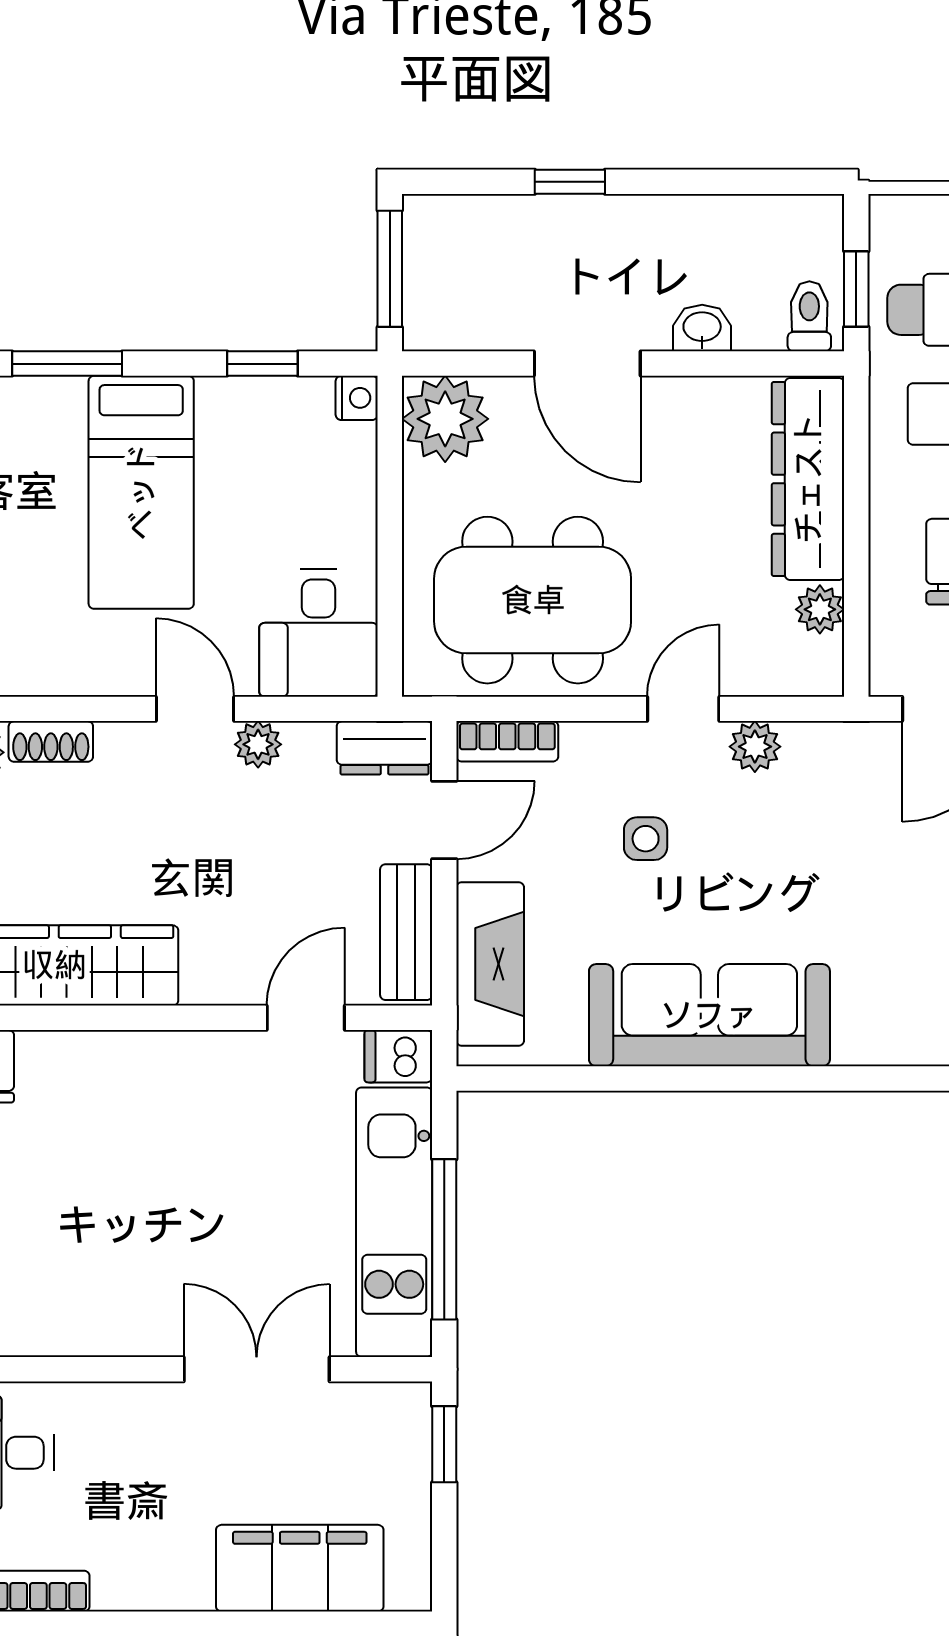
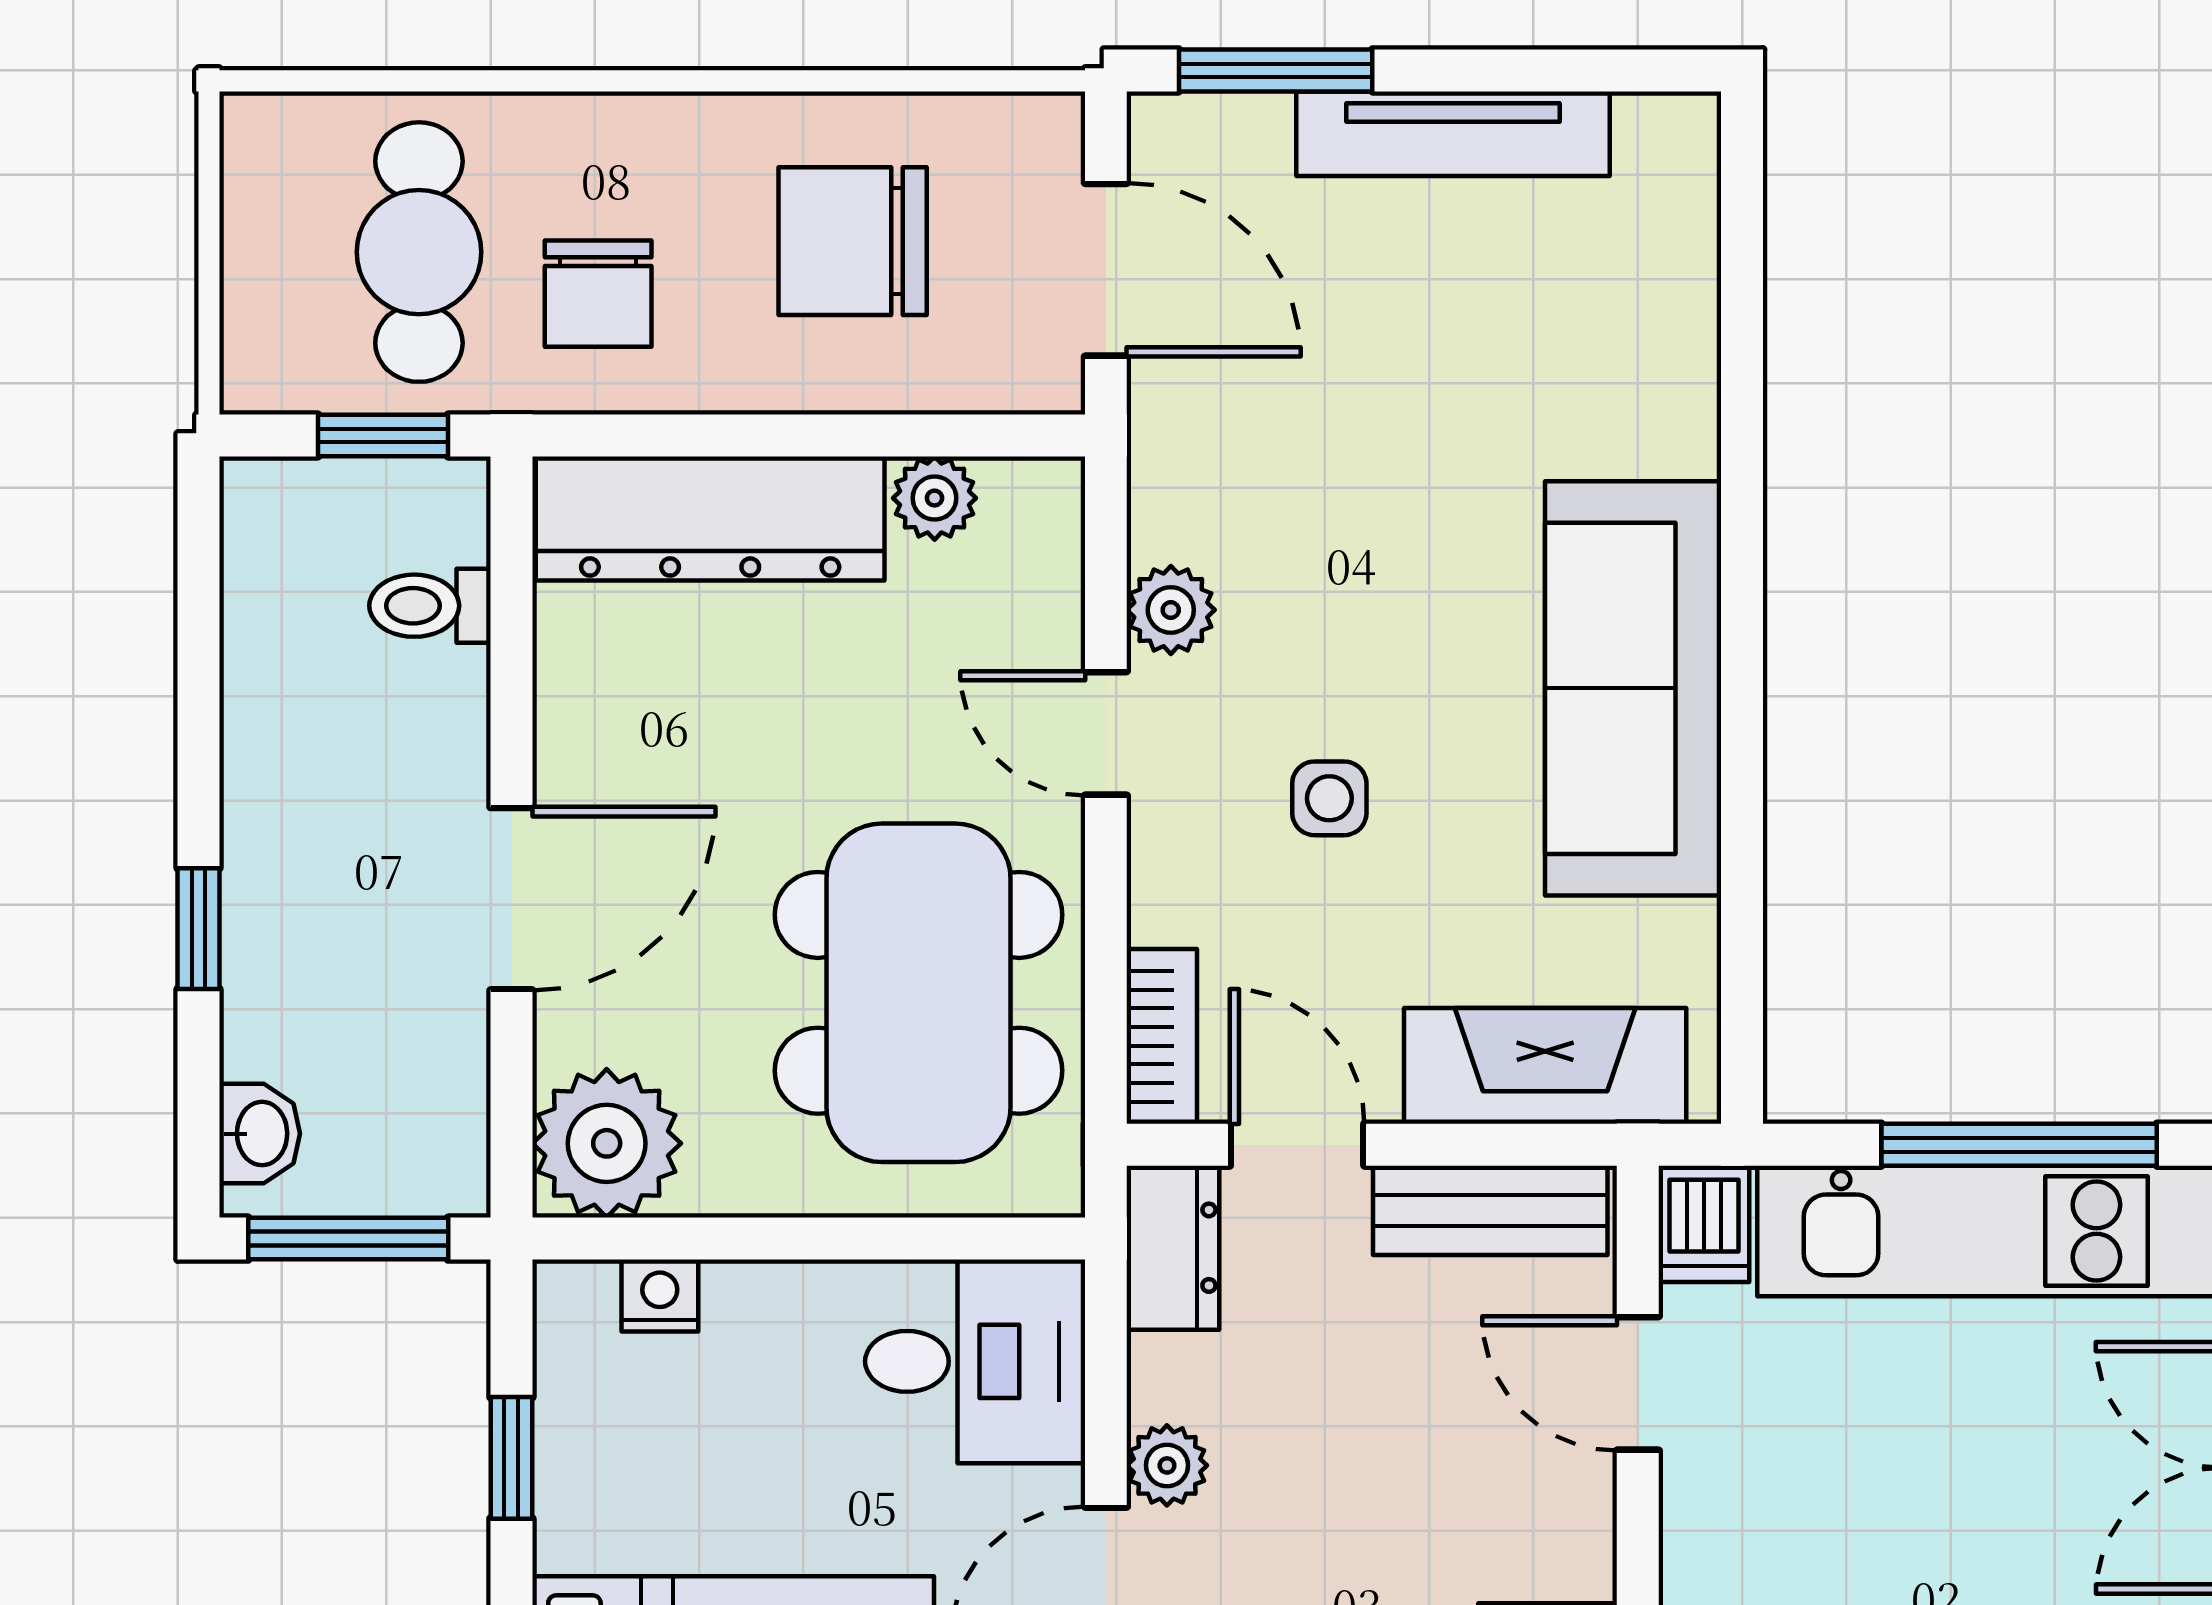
toilet: (809, 316) -> (430, 606), moved
washbasin: (702, 328) -> (260, 1134), moved, turned 180
nightstand: (357, 398) -> (660, 1296), moved

